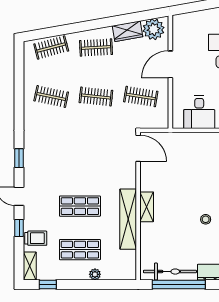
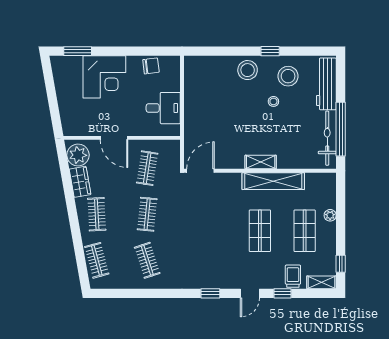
clothes rail: (51, 97) -> (147, 260), turned -30

